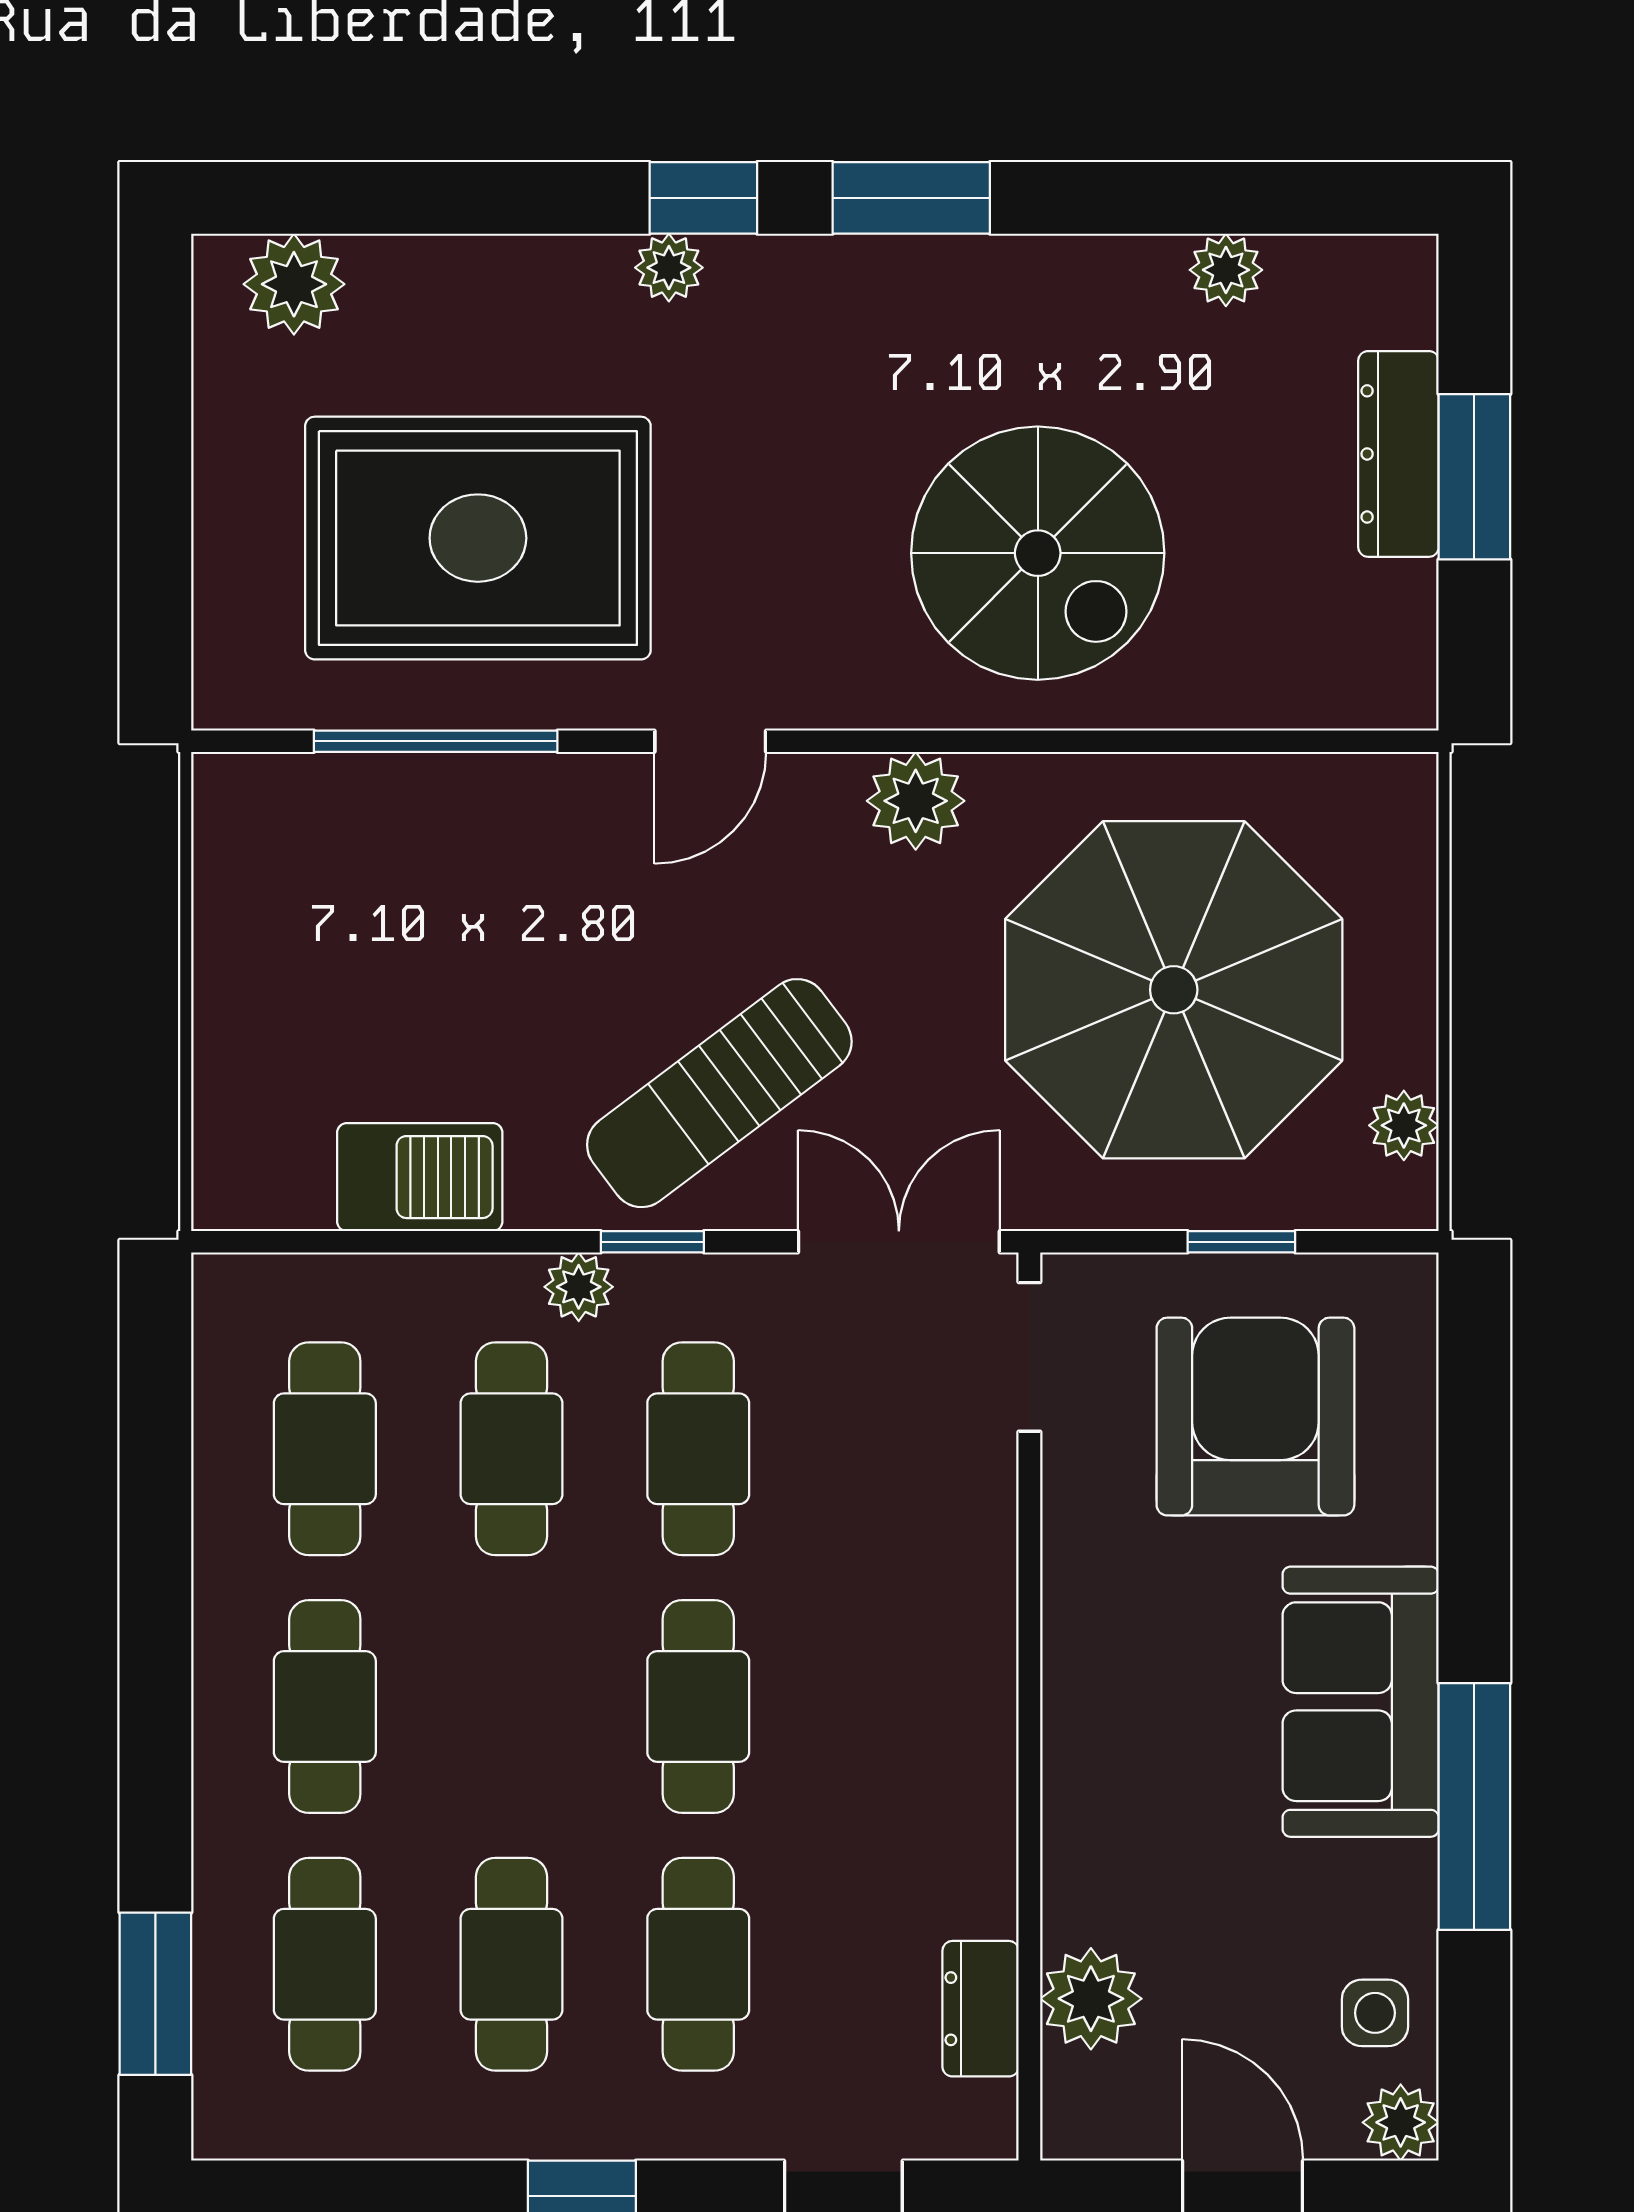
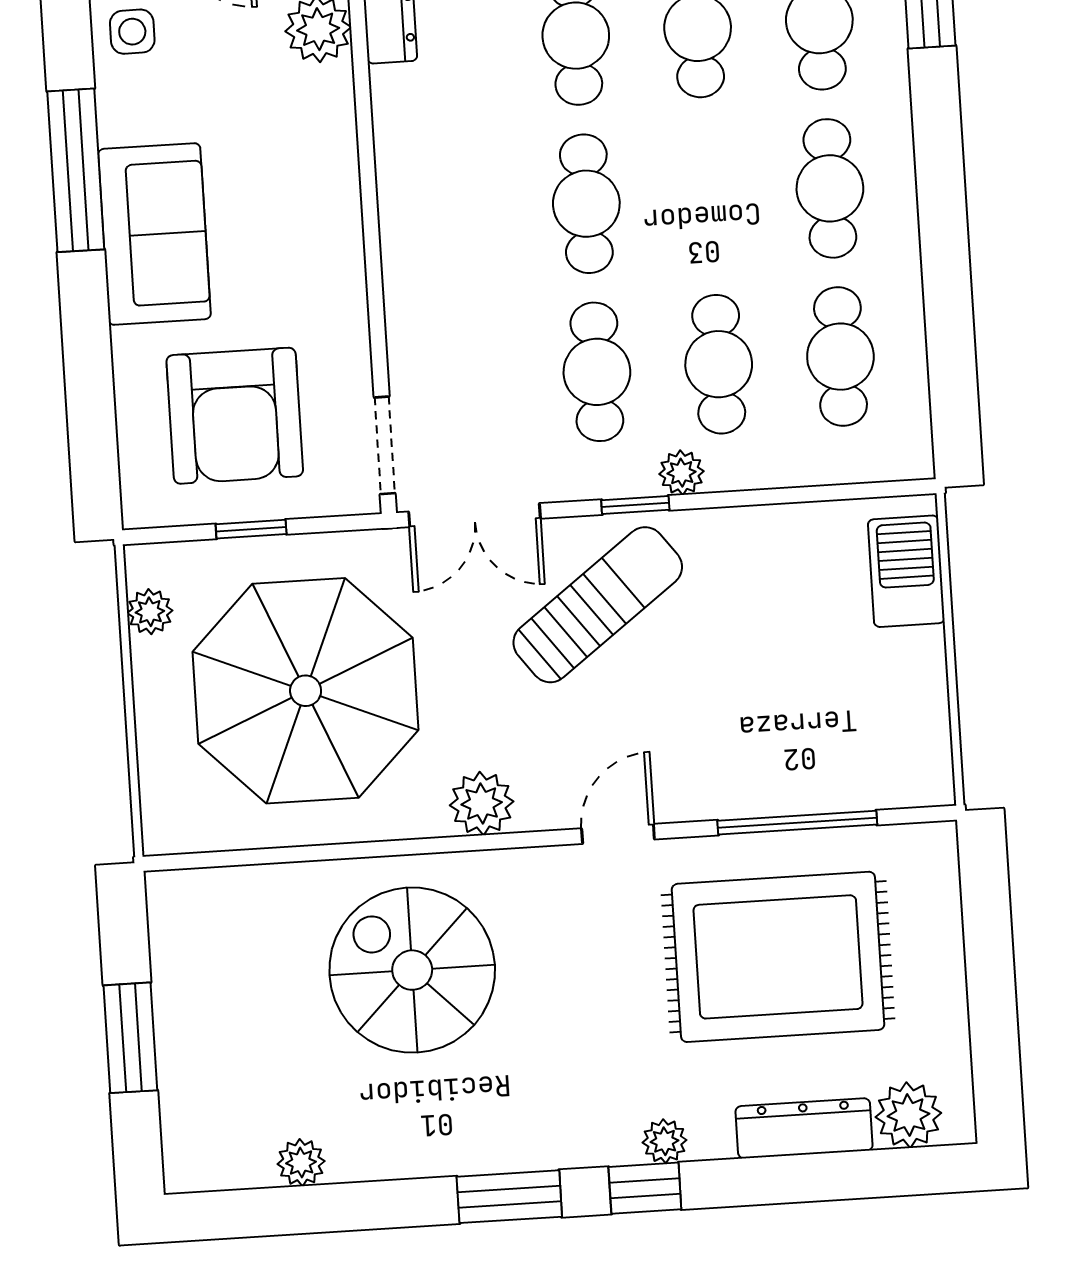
dresser: (1398, 454) -> (804, 1128), moved, turned -90
barbecue: (420, 1177) -> (906, 571), moved, turned 90

